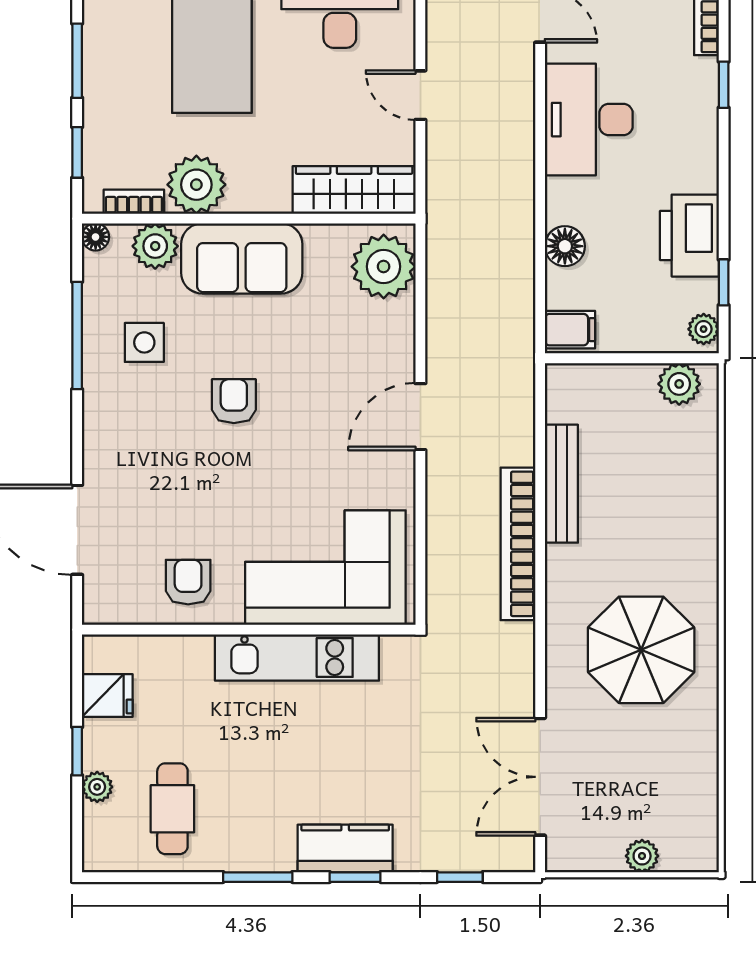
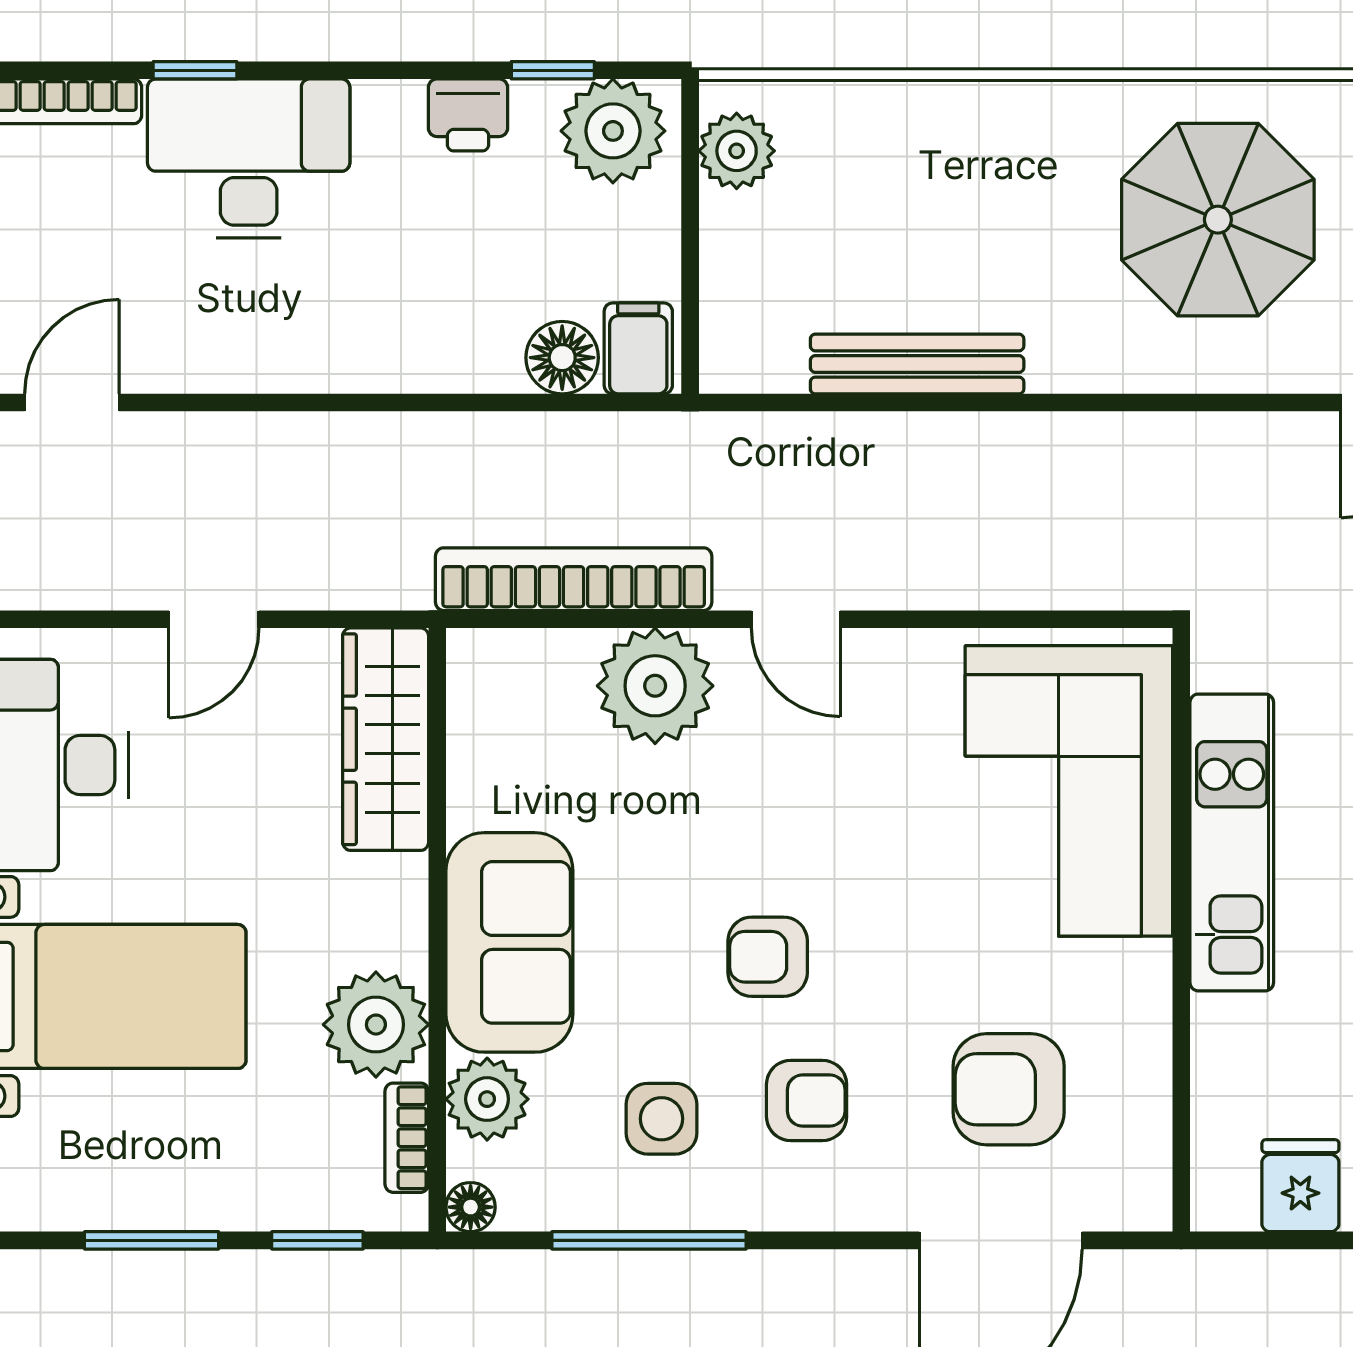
desk: (589, 120) -> (249, 158), moved, turned 180
printer: (689, 236) -> (468, 115), width x0.53, depth x0.68
floor lamp: (565, 246) -> (562, 358), moved
plant: (384, 267) -> (655, 686), moved
plant: (704, 329) -> (613, 131), width x1.88, depth x1.88
door: (420, 417) -> (796, 619), width x0.73
armchair: (154, 423) -> (807, 1100), added
bookcase: (518, 544) -> (574, 579), moved, turned 180
armchair: (188, 582) -> (1009, 1089), moved, width x1.38, depth x1.38

